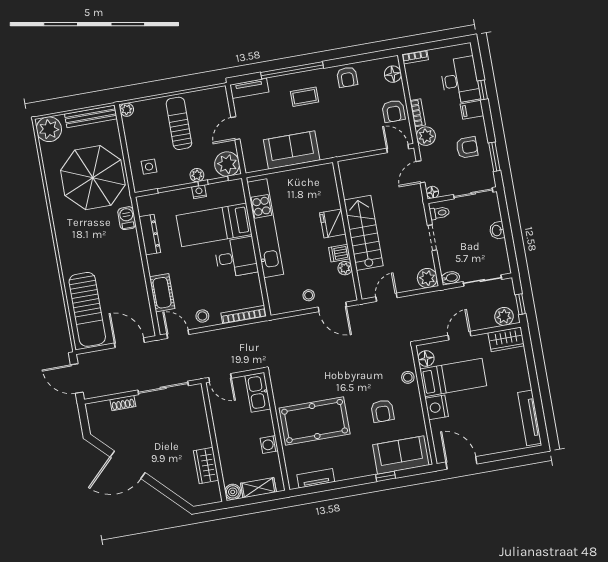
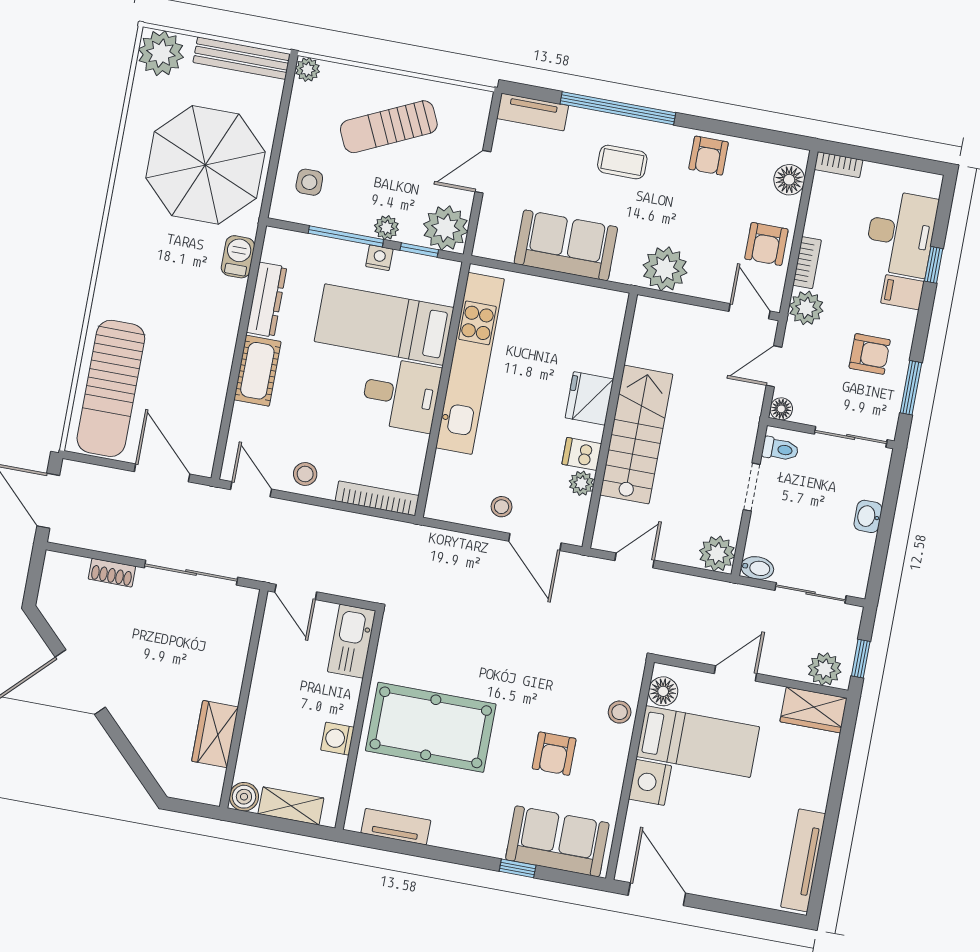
sun lounger: (179, 123) -> (389, 127), turned -115
plant: (347, 143) -> (665, 269), added
cot: (162, 293) -> (257, 371), moved

